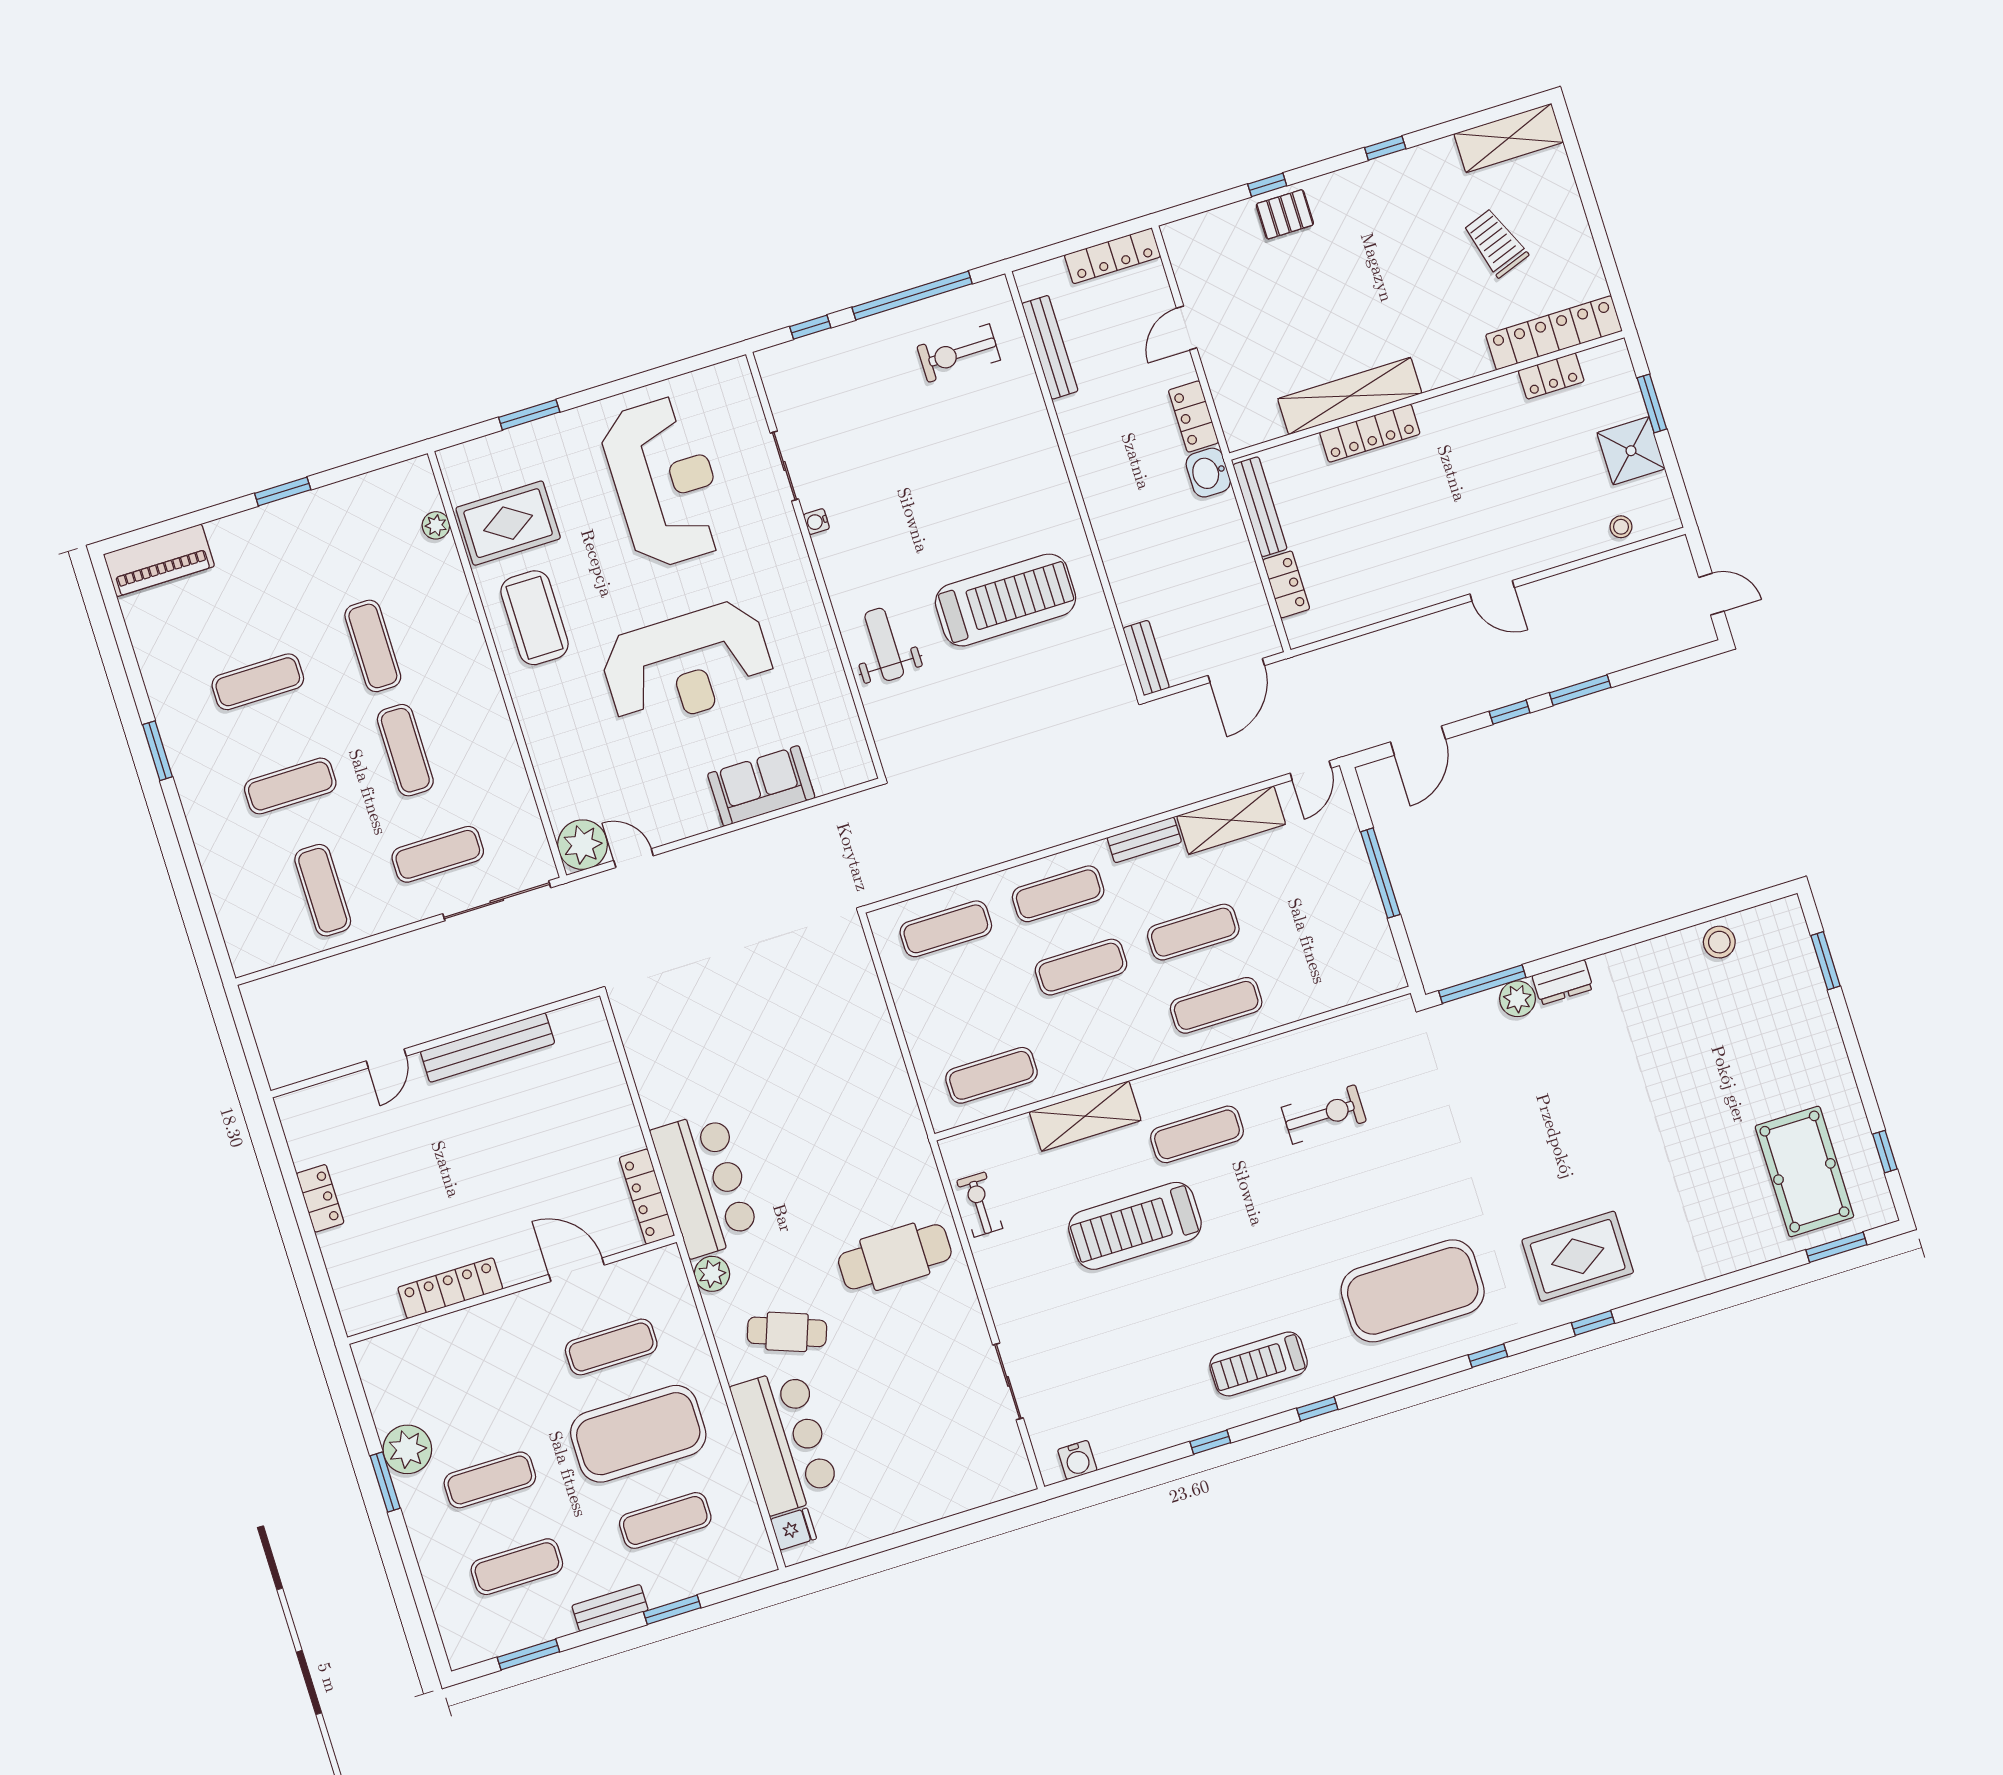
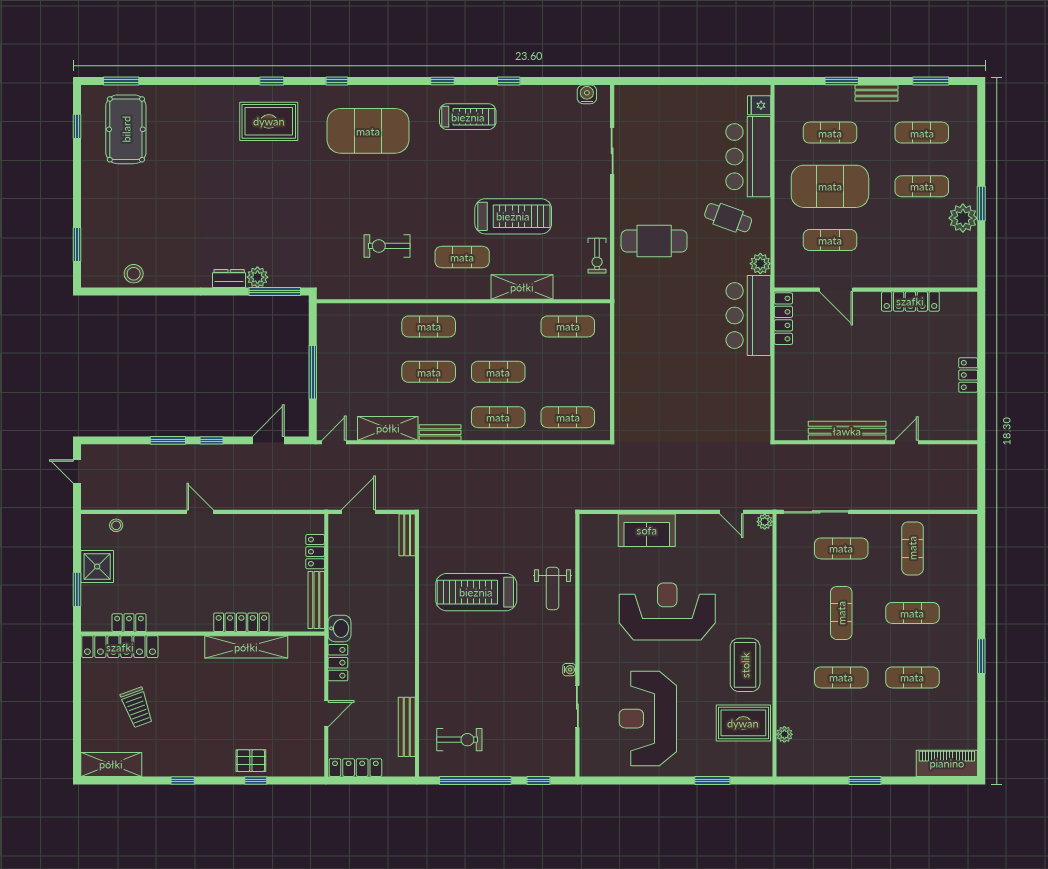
exercise mat: (373, 646) -> (841, 677), turned 90
plant: (583, 845) -> (765, 522), width x0.53, depth x0.53

